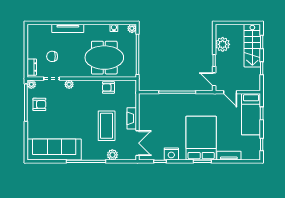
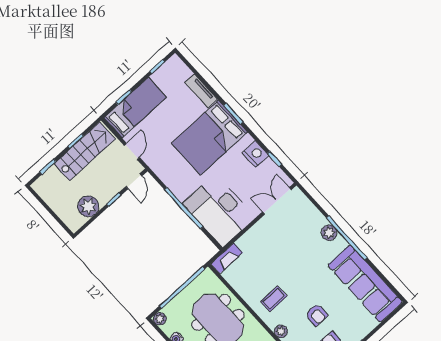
stairs: (252, 46) -> (85, 151), moved
armchair: (108, 87) -> (316, 315), moved
desk: (160, 109) -> (219, 211), added
fireplace: (132, 118) -> (227, 258), moved
coffee table: (107, 126) -> (274, 299), moved, width x0.54, depth x0.58
plant: (112, 155) -> (329, 233), moved

